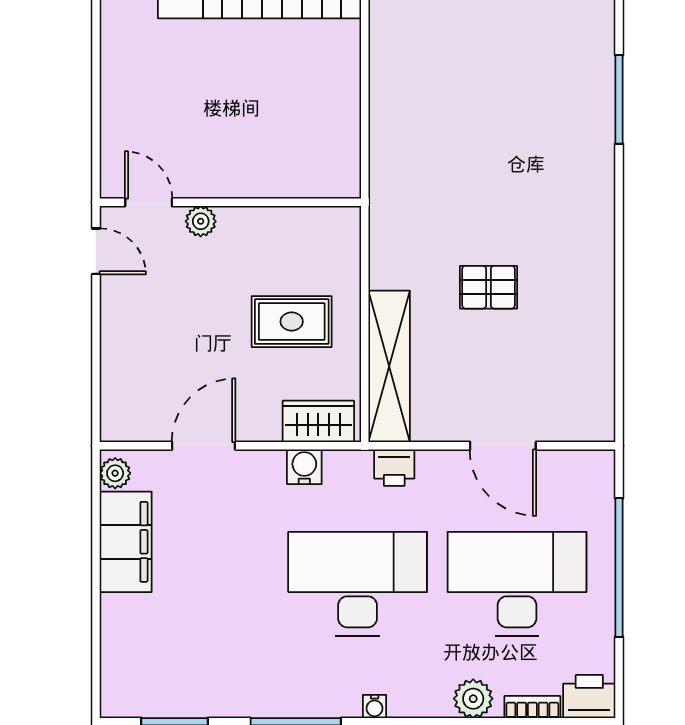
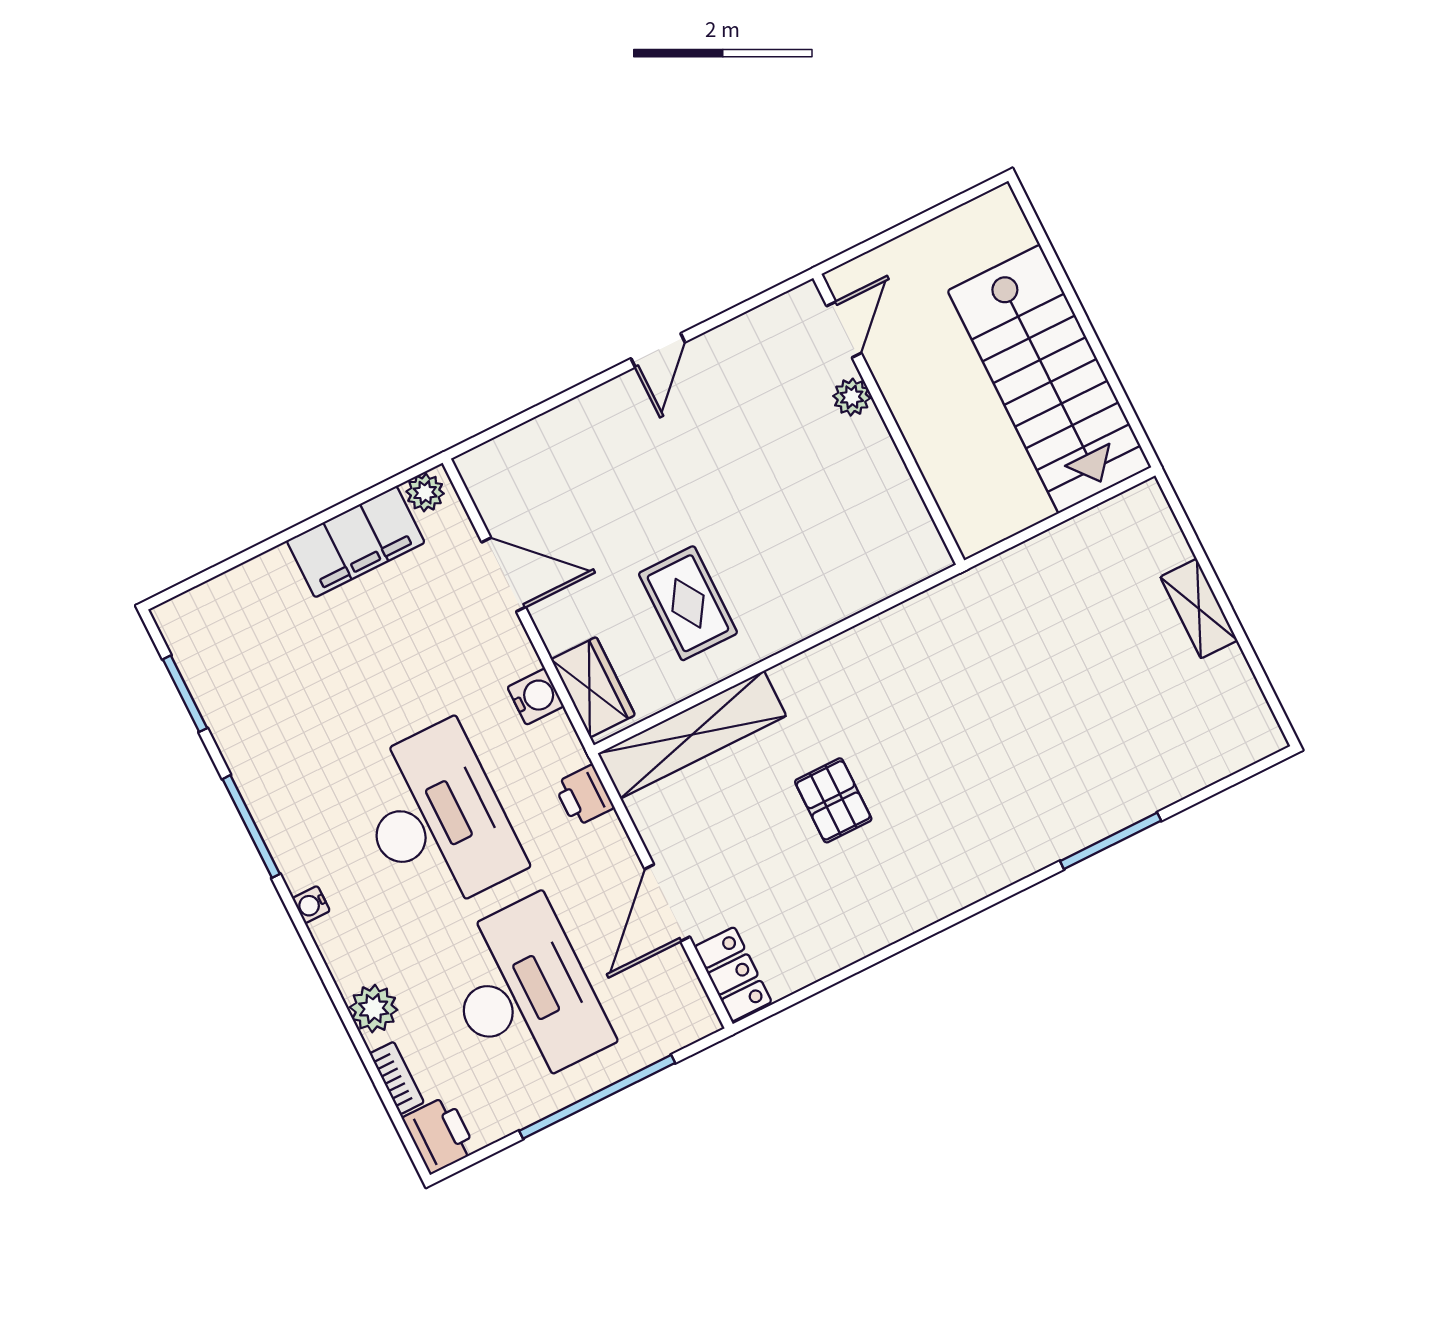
door: (149, 202) -> (844, 330), moved
wall: (230, 202) -> (889, 419), moved
plant: (201, 221) -> (852, 397), moved
locker: (579, 424) -> (733, 974), added

